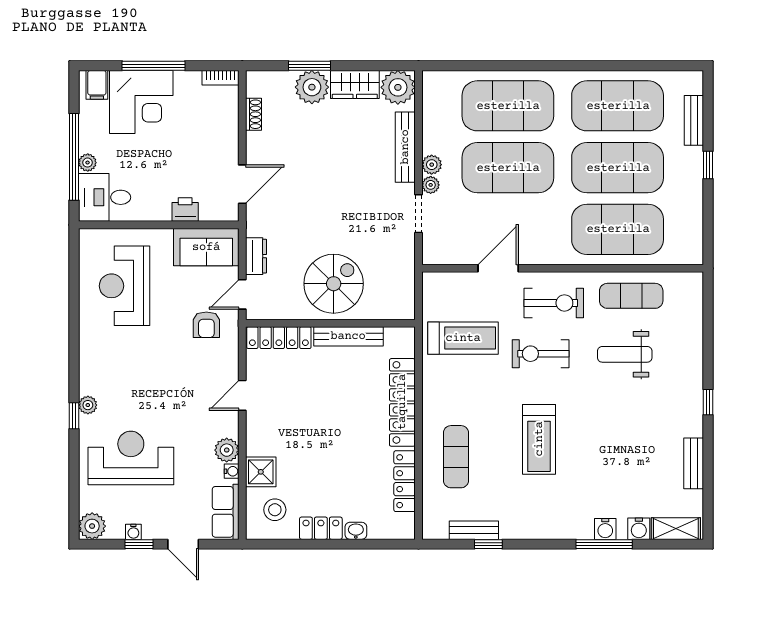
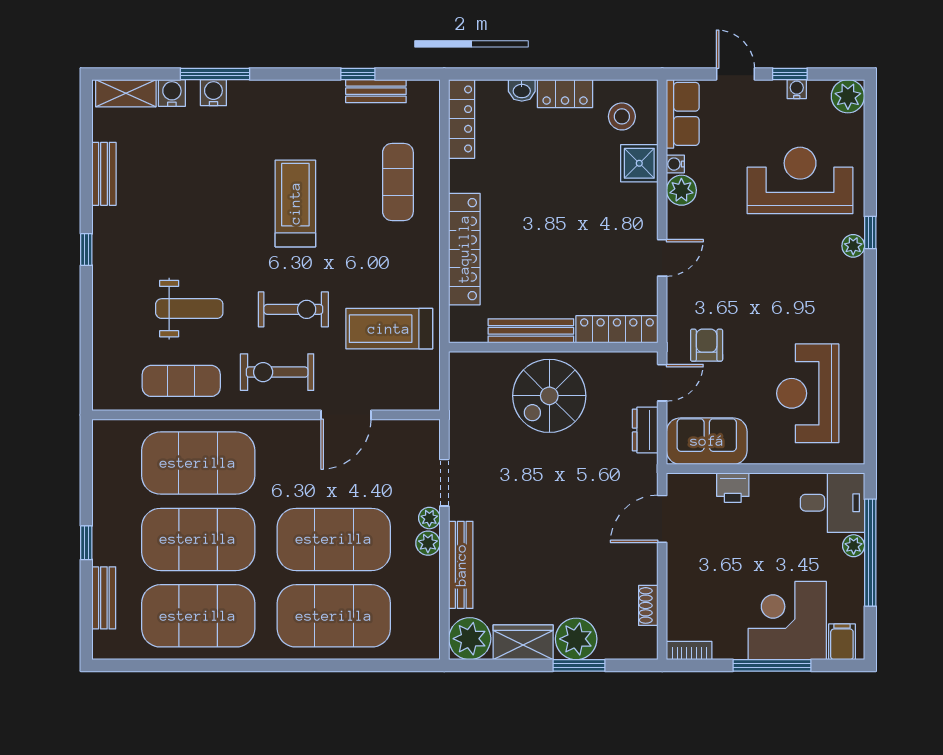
reception desk: (125, 286) -> (808, 393), turned 180
reception desk: (131, 458) -> (800, 180), turned 180
locker: (405, 481) -> (462, 119), moved

